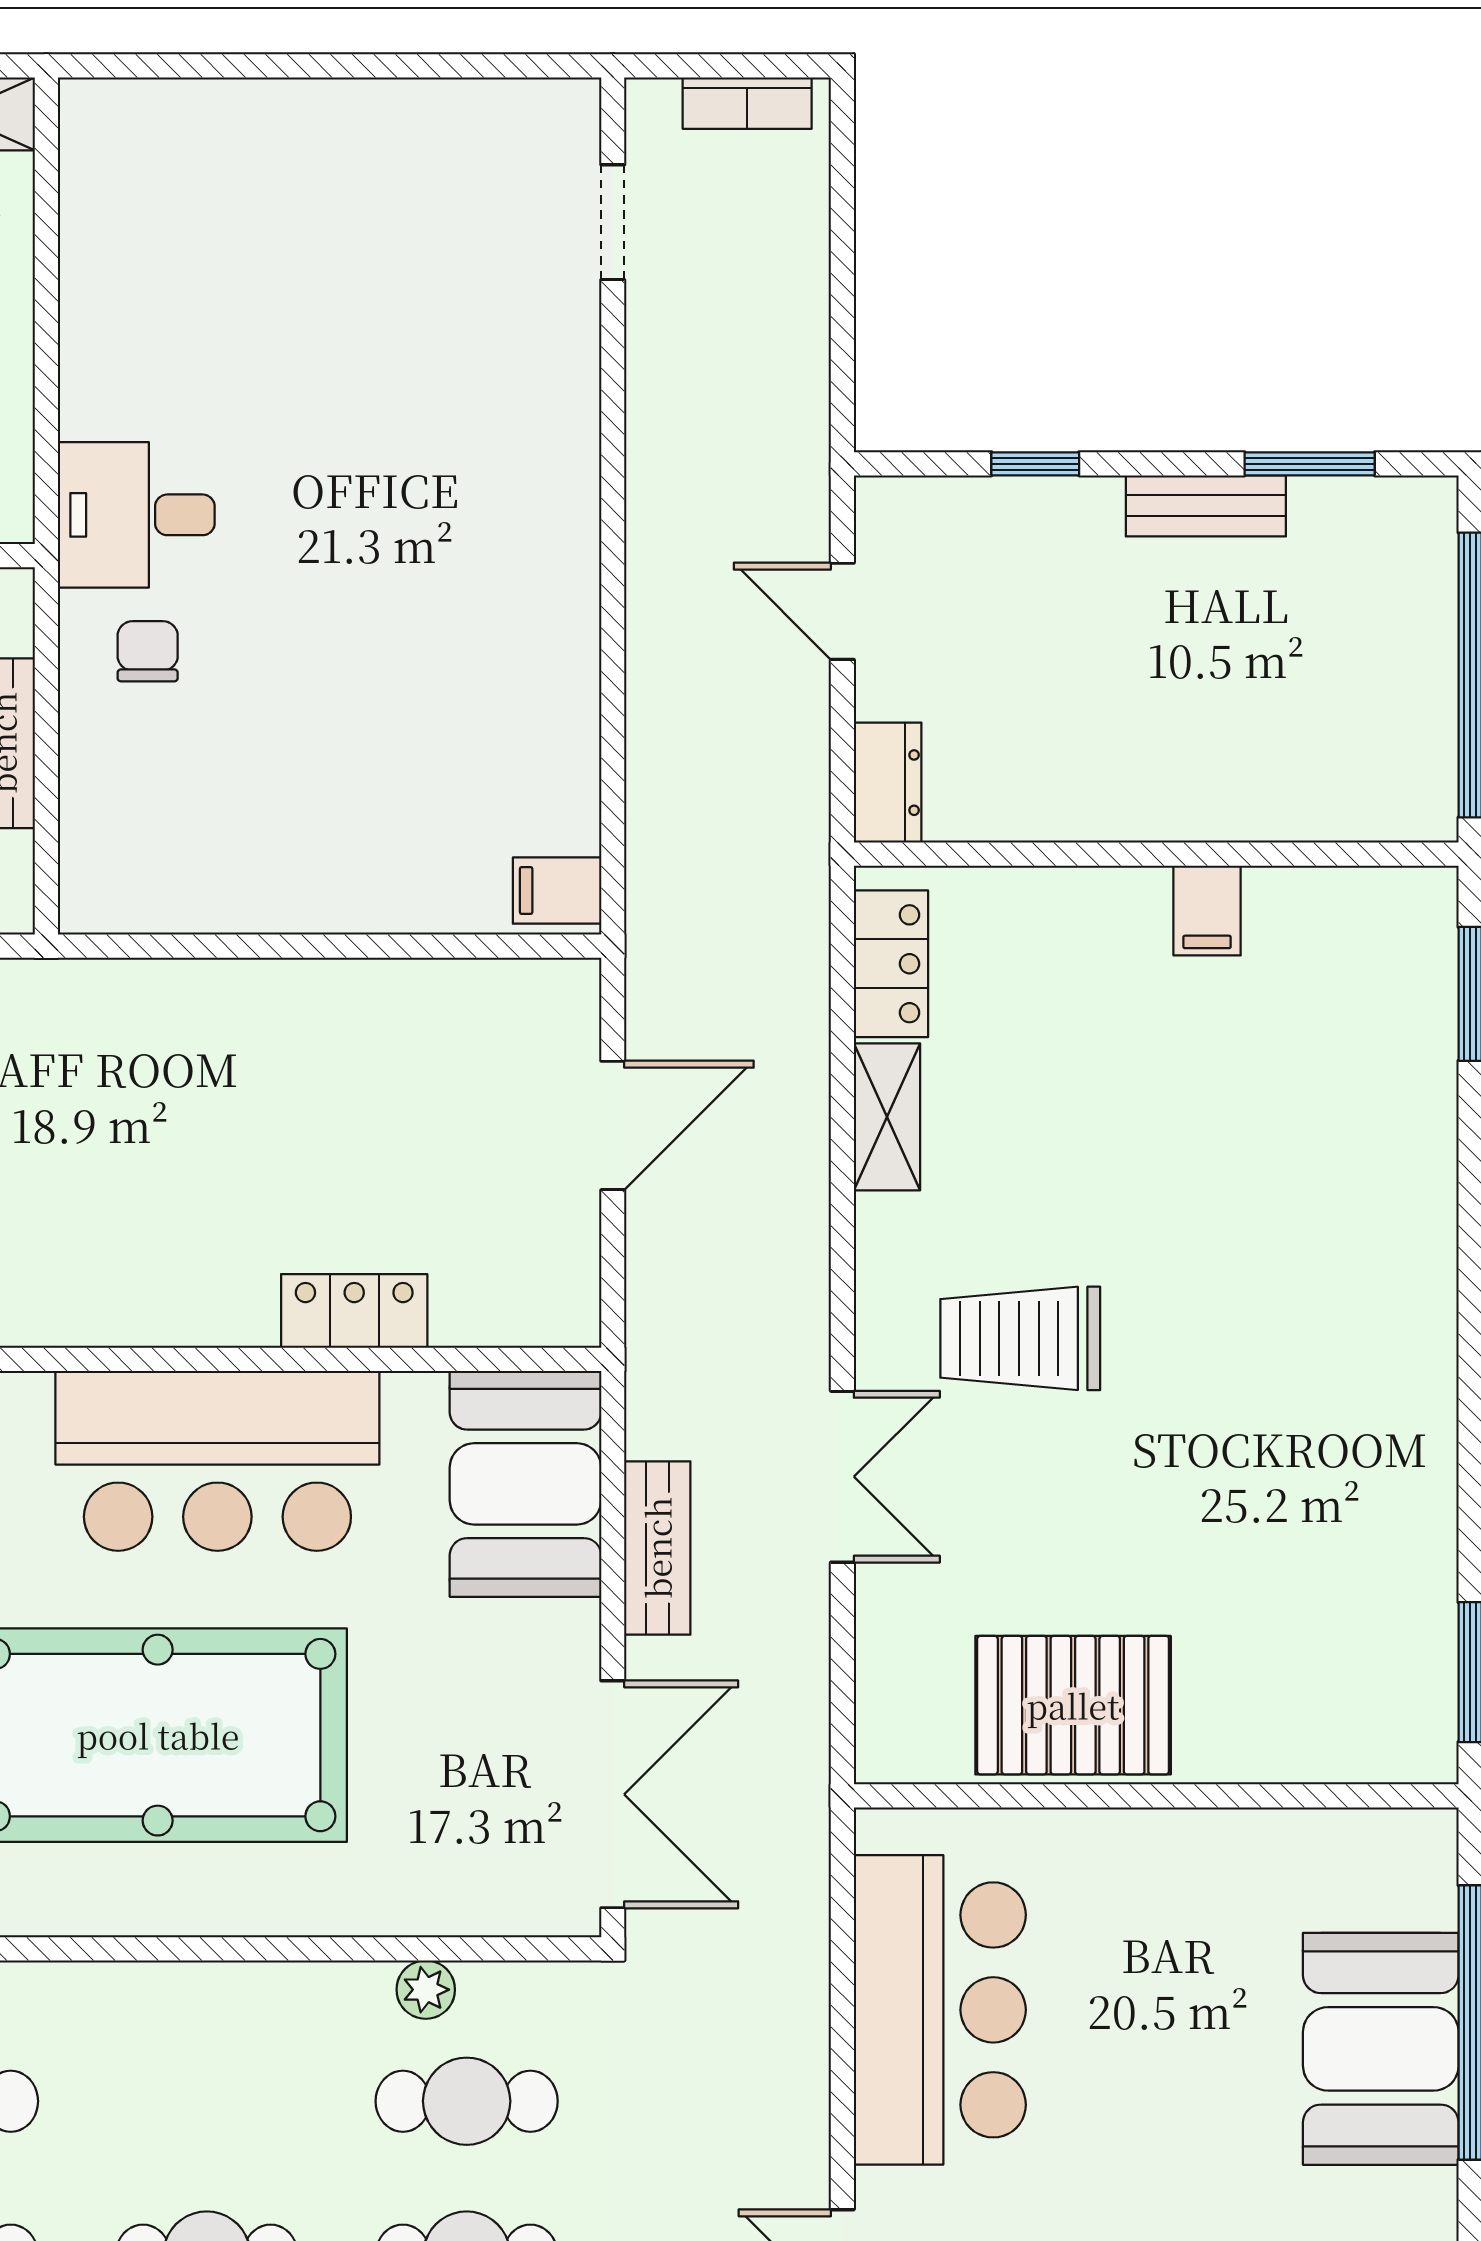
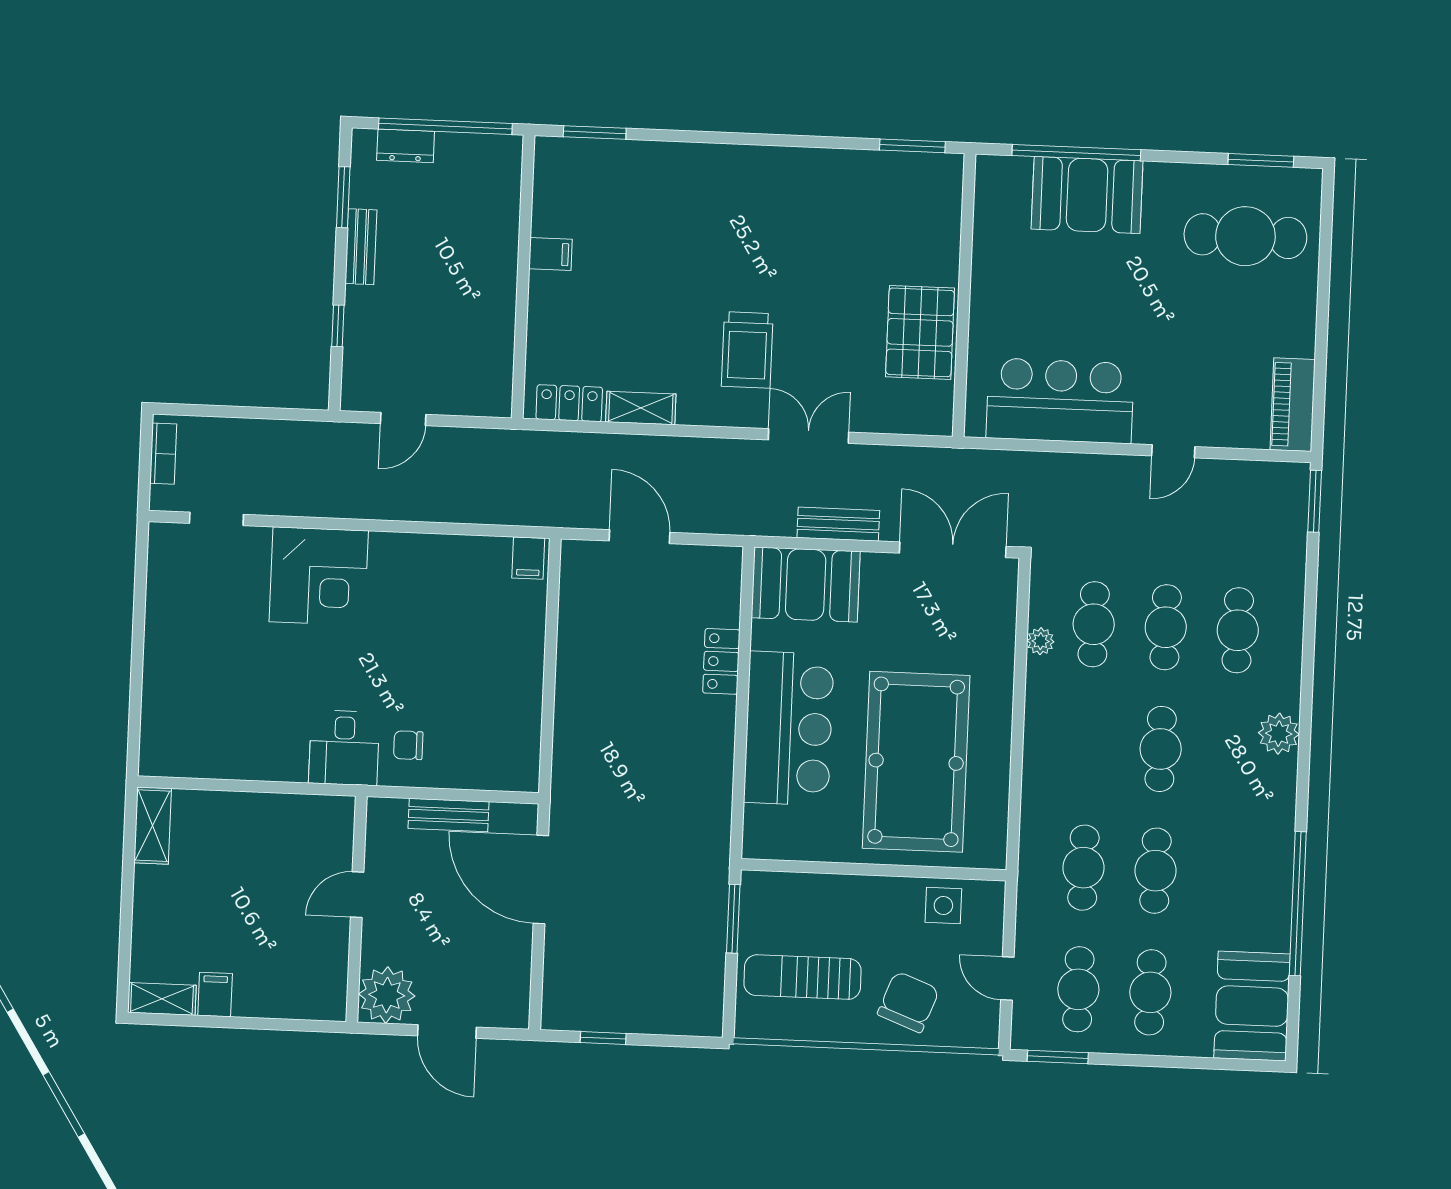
corner desk: (500, 445) -> (319, 576), added
dresser: (888, 783) -> (406, 146), moved, turned 180

